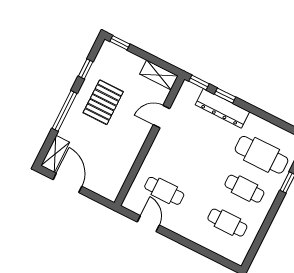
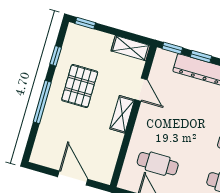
door: (161, 117) -> (141, 90), swing flipped
shelving: (55, 154) -> (122, 114), moved
door: (68, 183) -> (73, 178), moved

